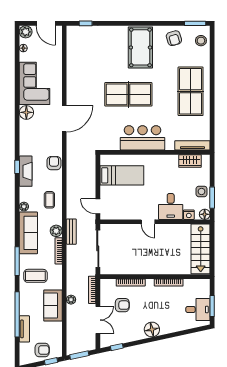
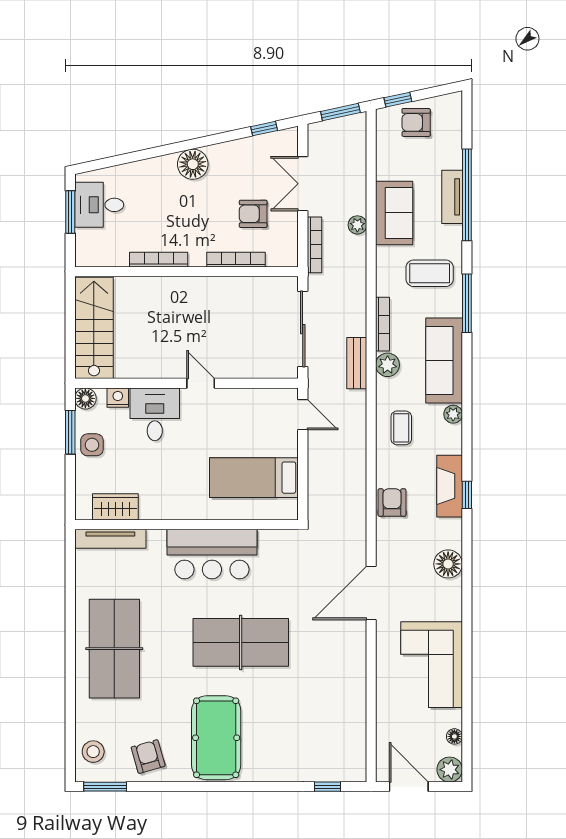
floor lamp: (26, 112) -> (448, 564), moved
armchair: (54, 163) -> (392, 503), turned 180
tv unit: (24, 329) -> (452, 197), moved

